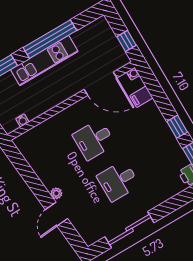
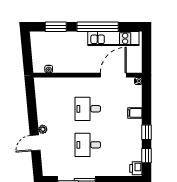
window: (127, 41) -> (147, 57), removed
kitchen unit: (44, 61) -> (113, 39), moved
door: (100, 84) -> (113, 75), swing flipped
filing cabinet: (141, 97) -> (135, 113), moved

